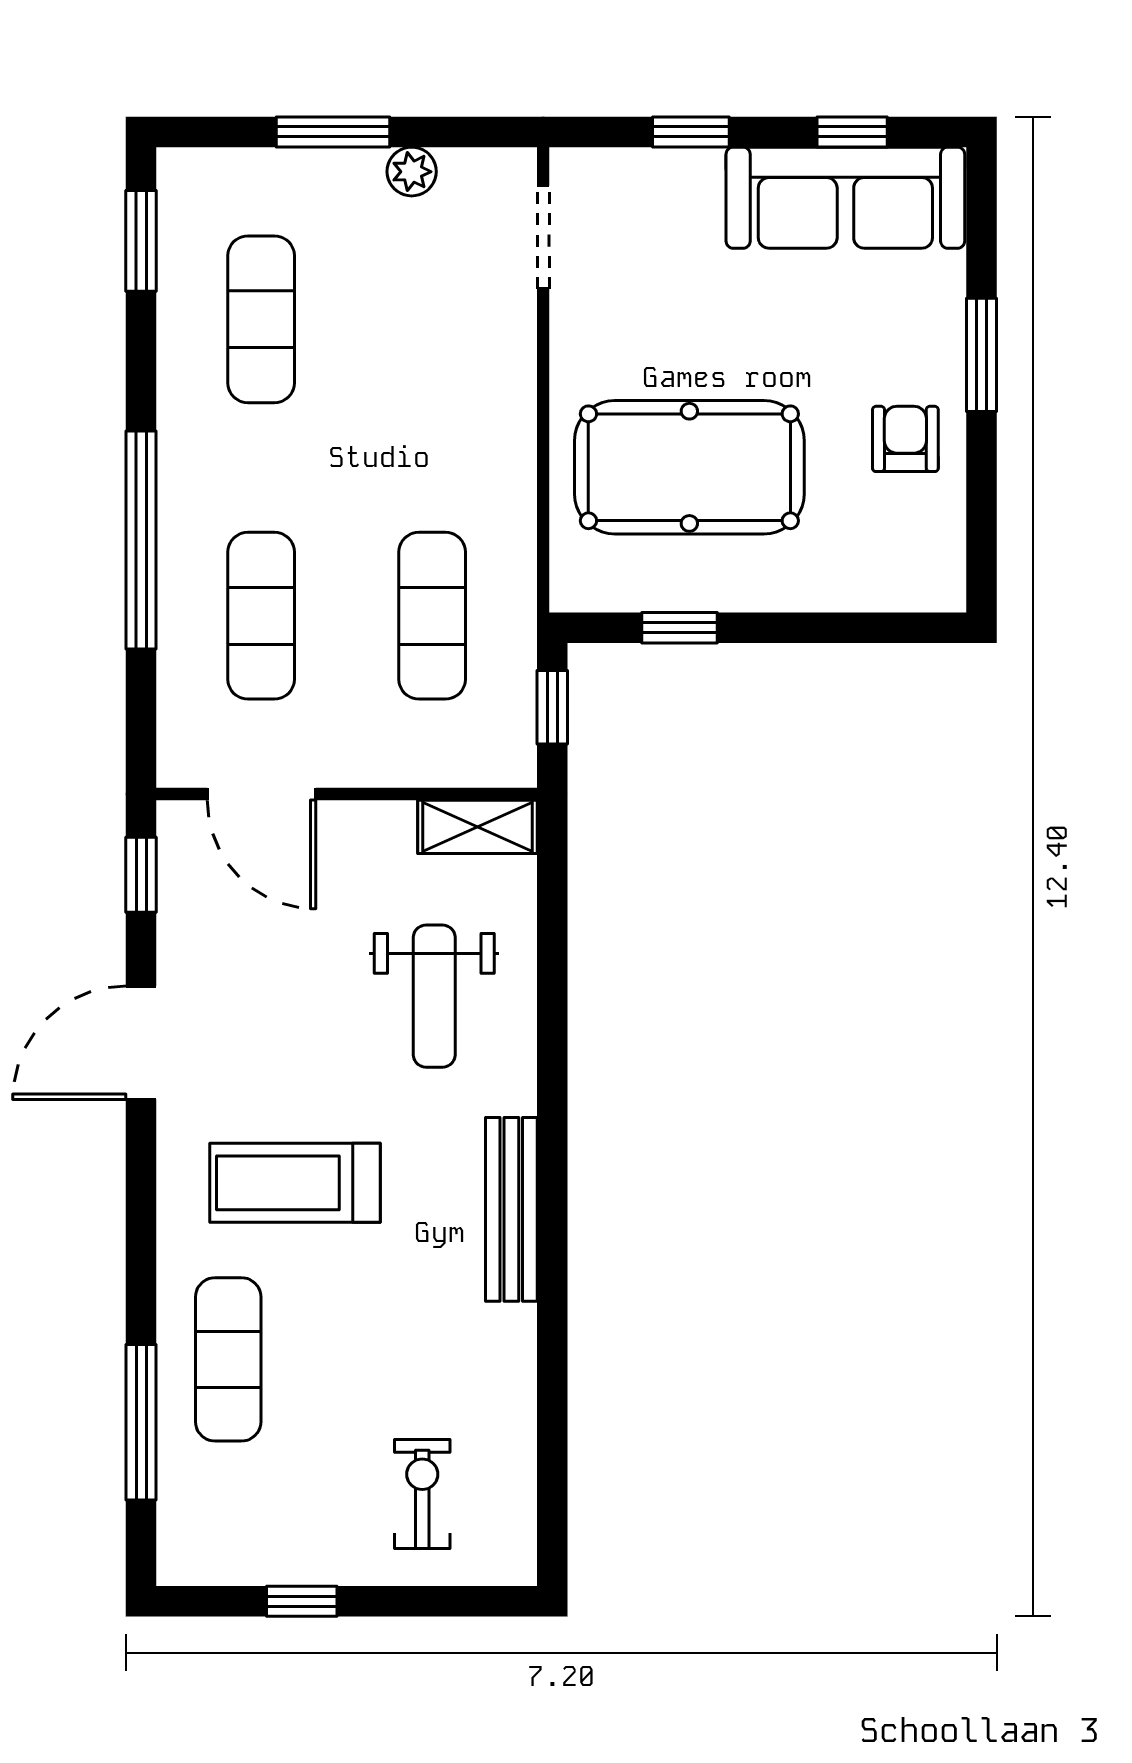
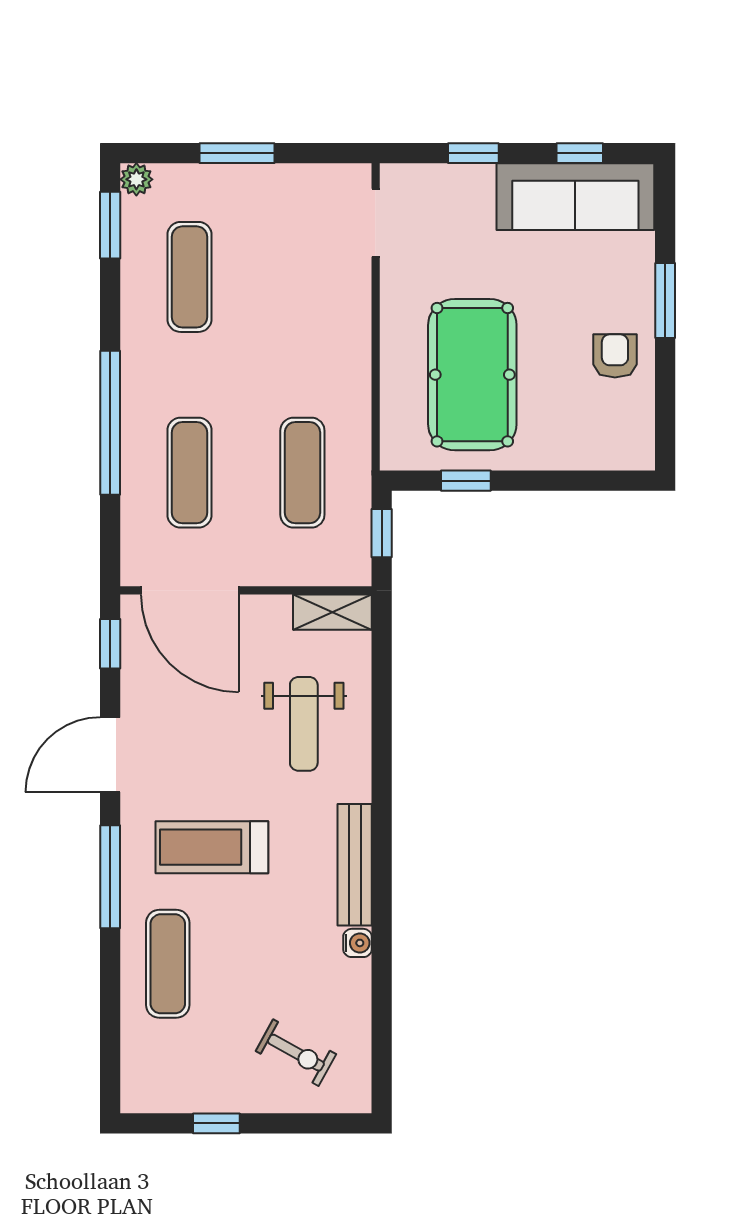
plant: (412, 172) -> (136, 179), moved
pool table: (689, 467) -> (472, 375), turned 90
door: (262, 794) -> (190, 590), width x1.36
water cooler: (516, 1328) -> (358, 943), added
window: (141, 1422) -> (110, 877), moved
exercise bike: (422, 1494) -> (296, 1053), turned 119

